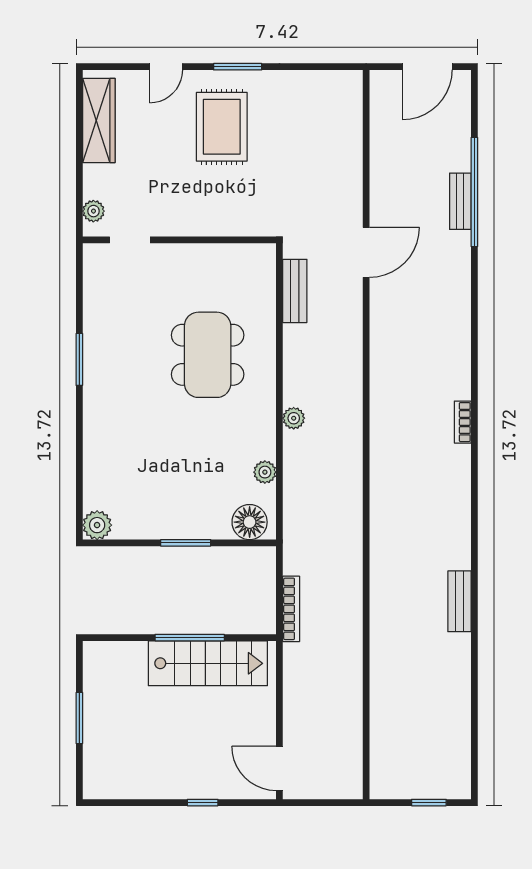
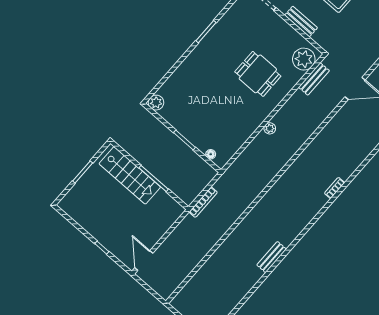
bench: (203, 224) -> (301, 21), added
dining table: (208, 355) -> (258, 74), width x0.73
plant: (265, 472) -> (304, 59), moved, width x1.88, depth x1.88
floor lamp: (250, 522) -> (211, 154), width x0.53, depth x0.53
stairs: (208, 663) -> (130, 175), moved

